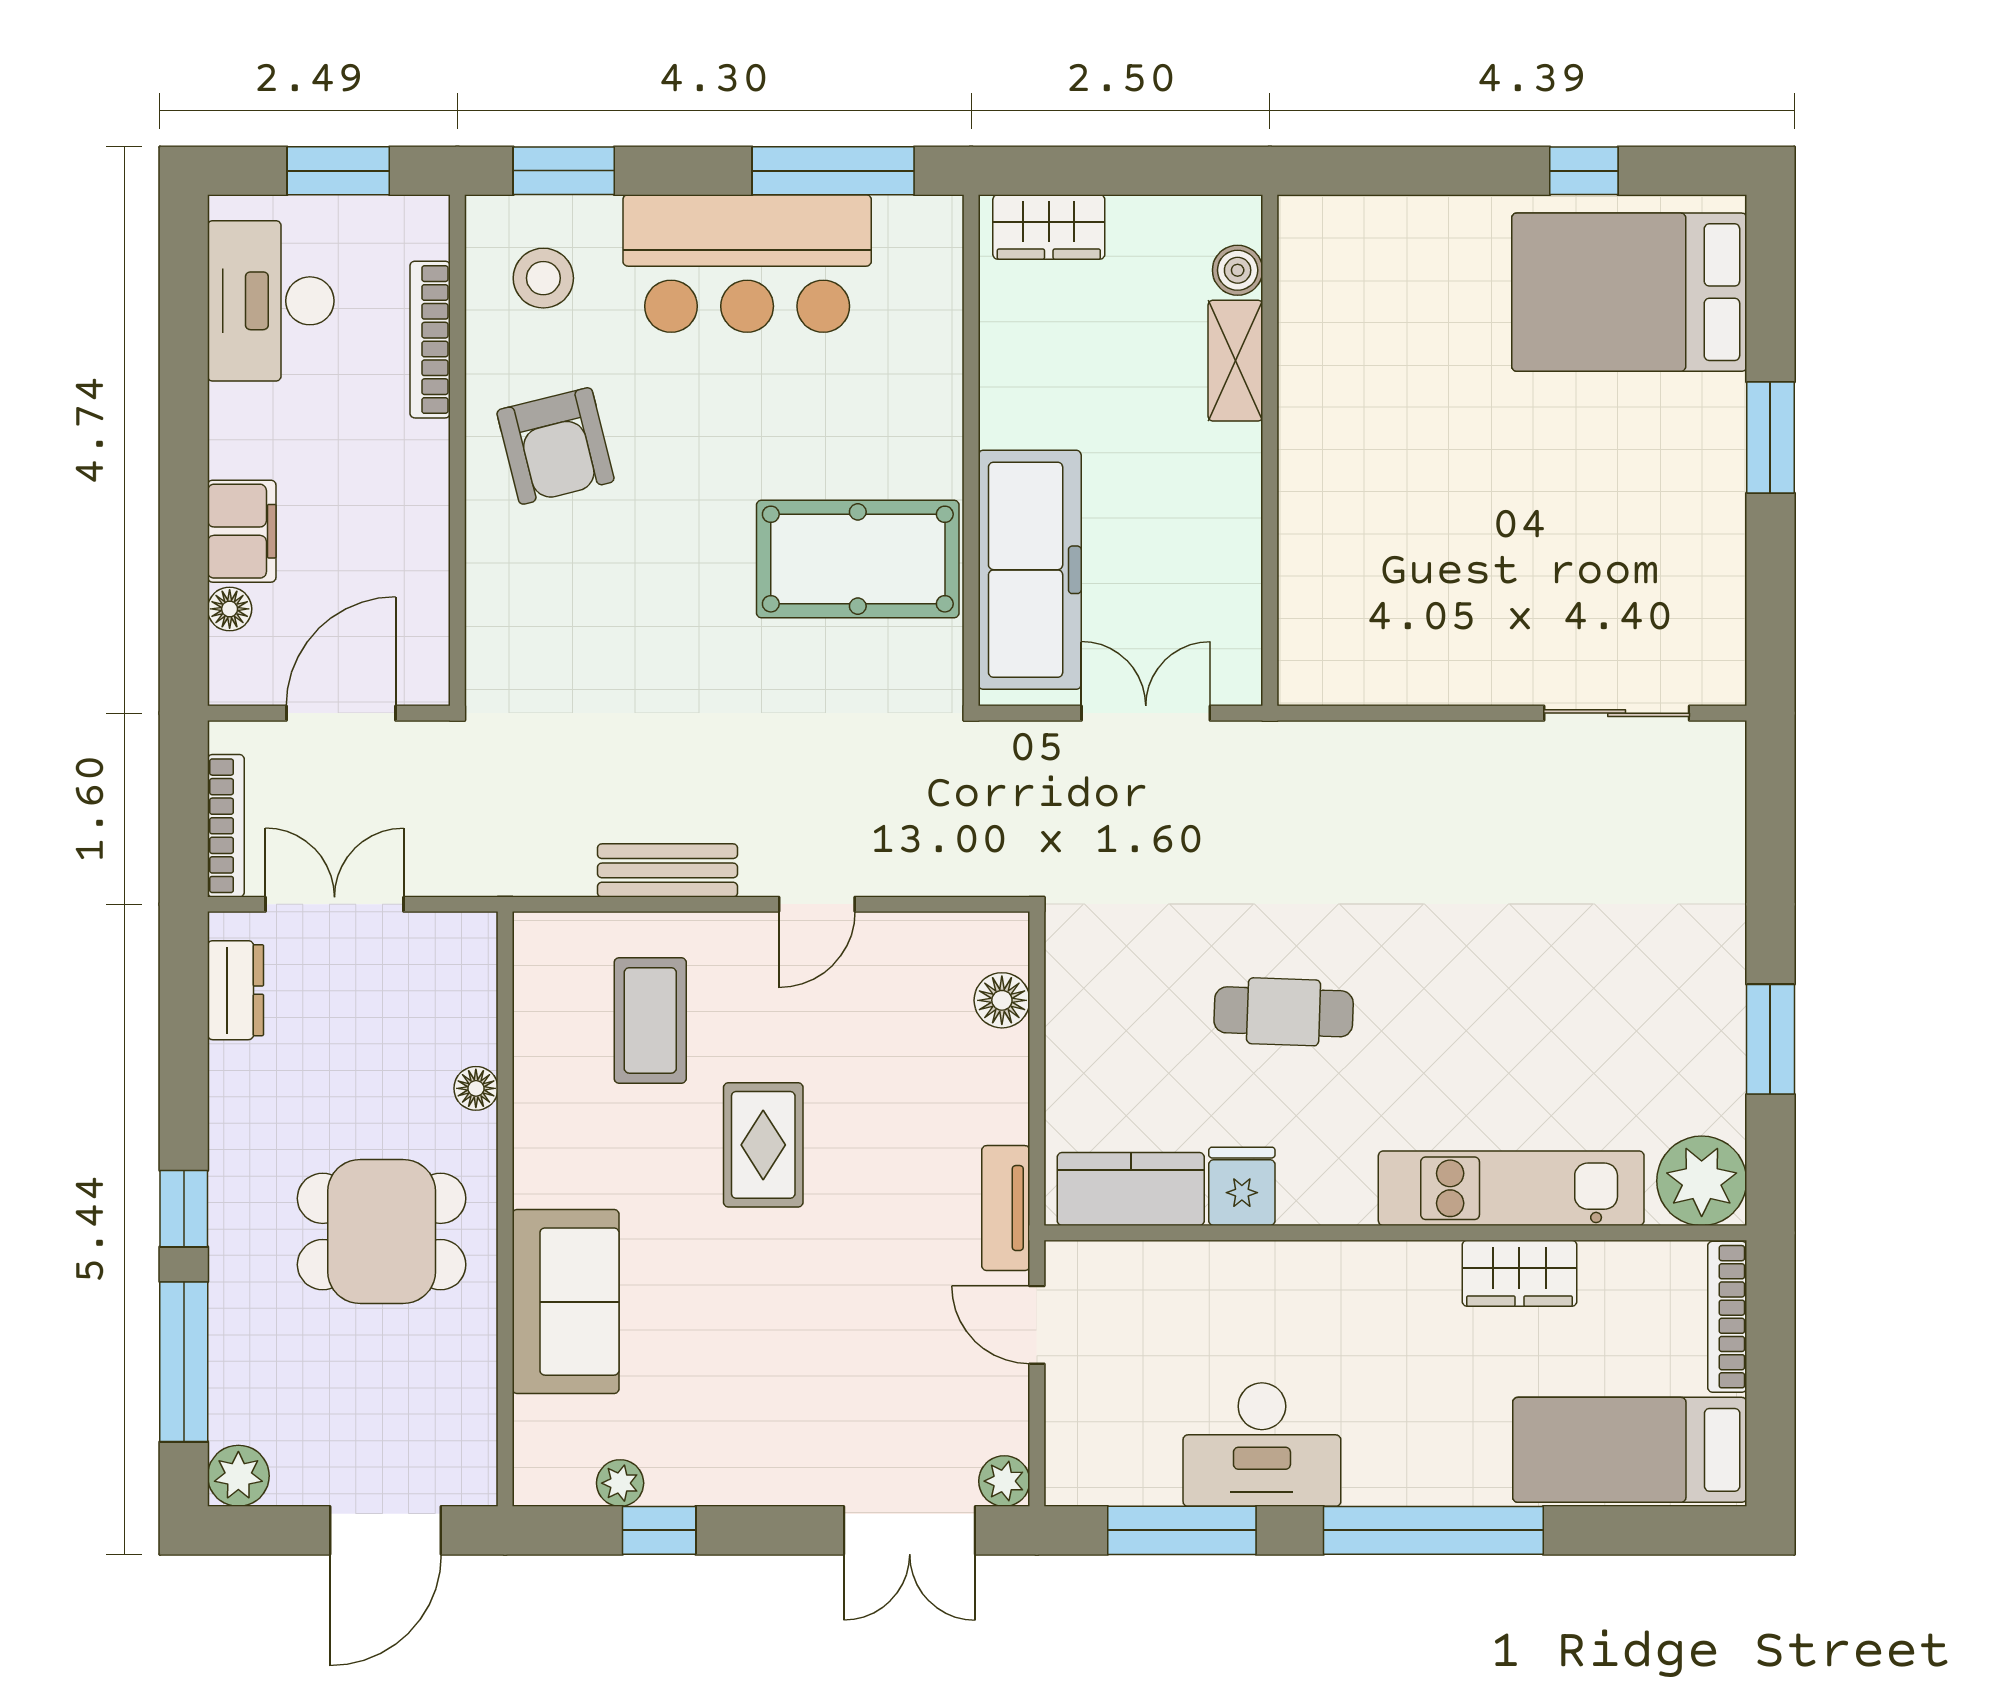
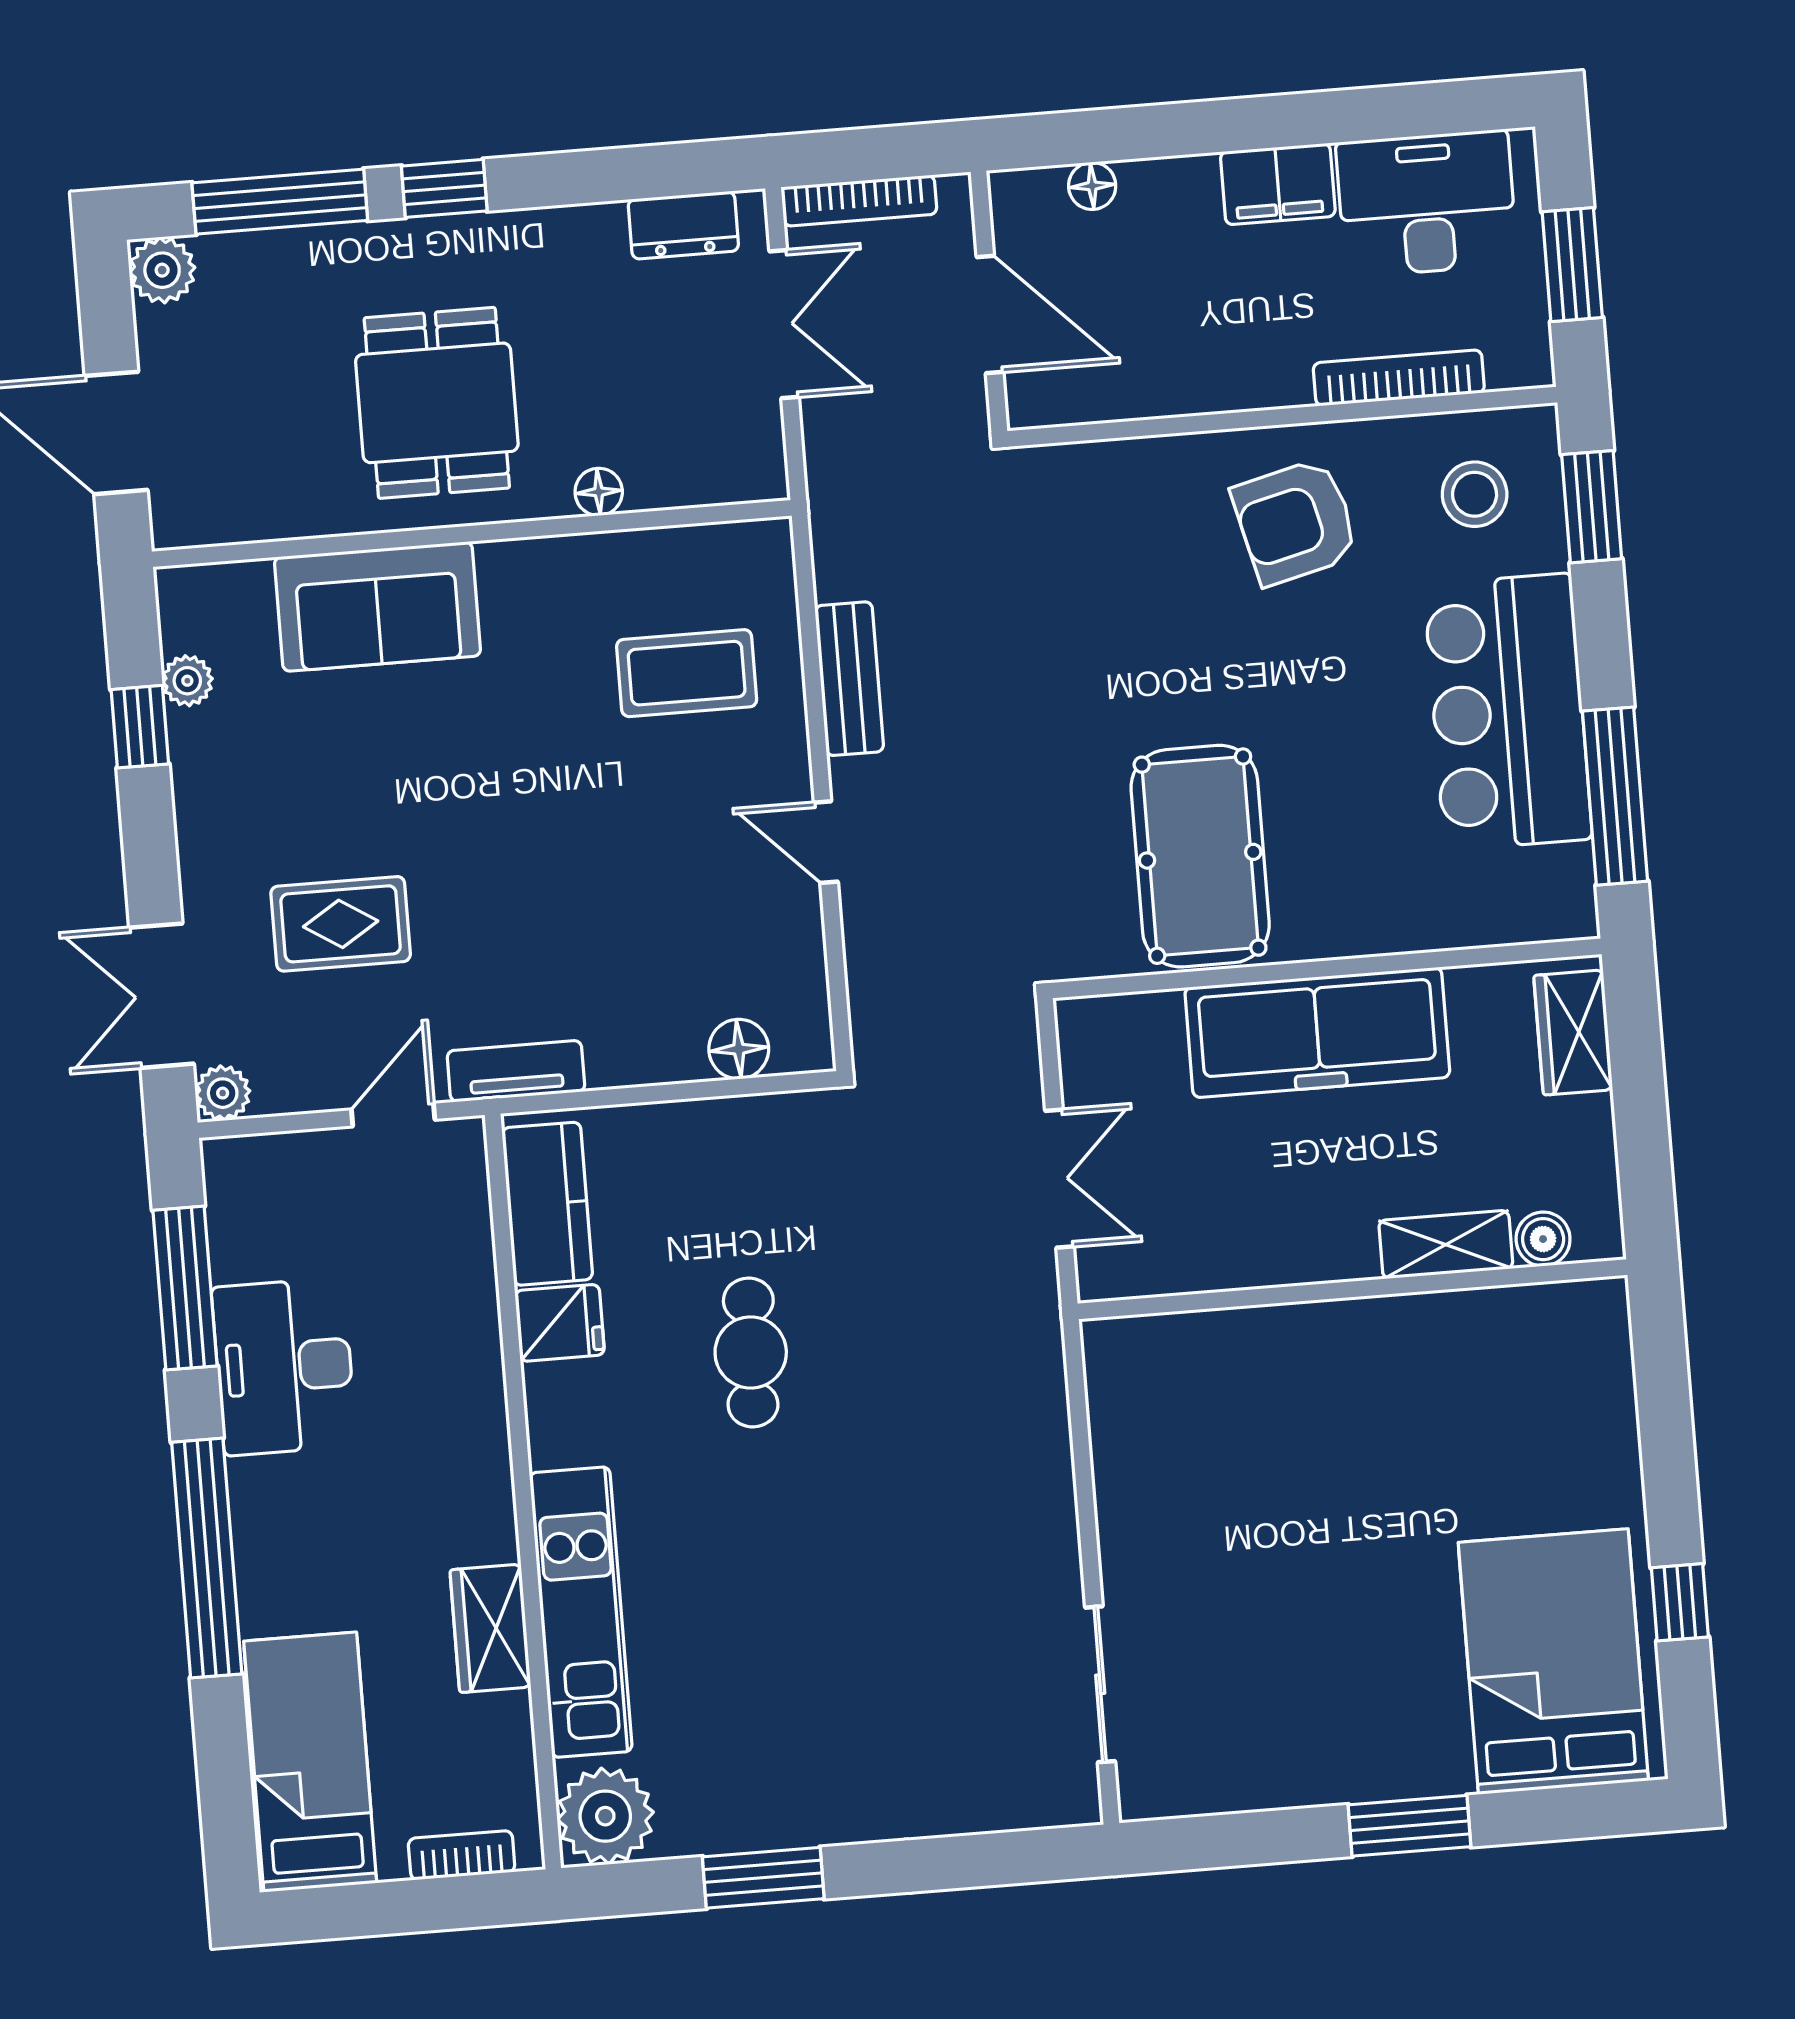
filing cabinet: (242, 531) -> (1278, 184), moved
freezer: (1030, 570) -> (1317, 1032), moved
rug: (763, 1145) -> (341, 924), moved
bookcase: (1727, 1317) -> (462, 1855), width x0.64

